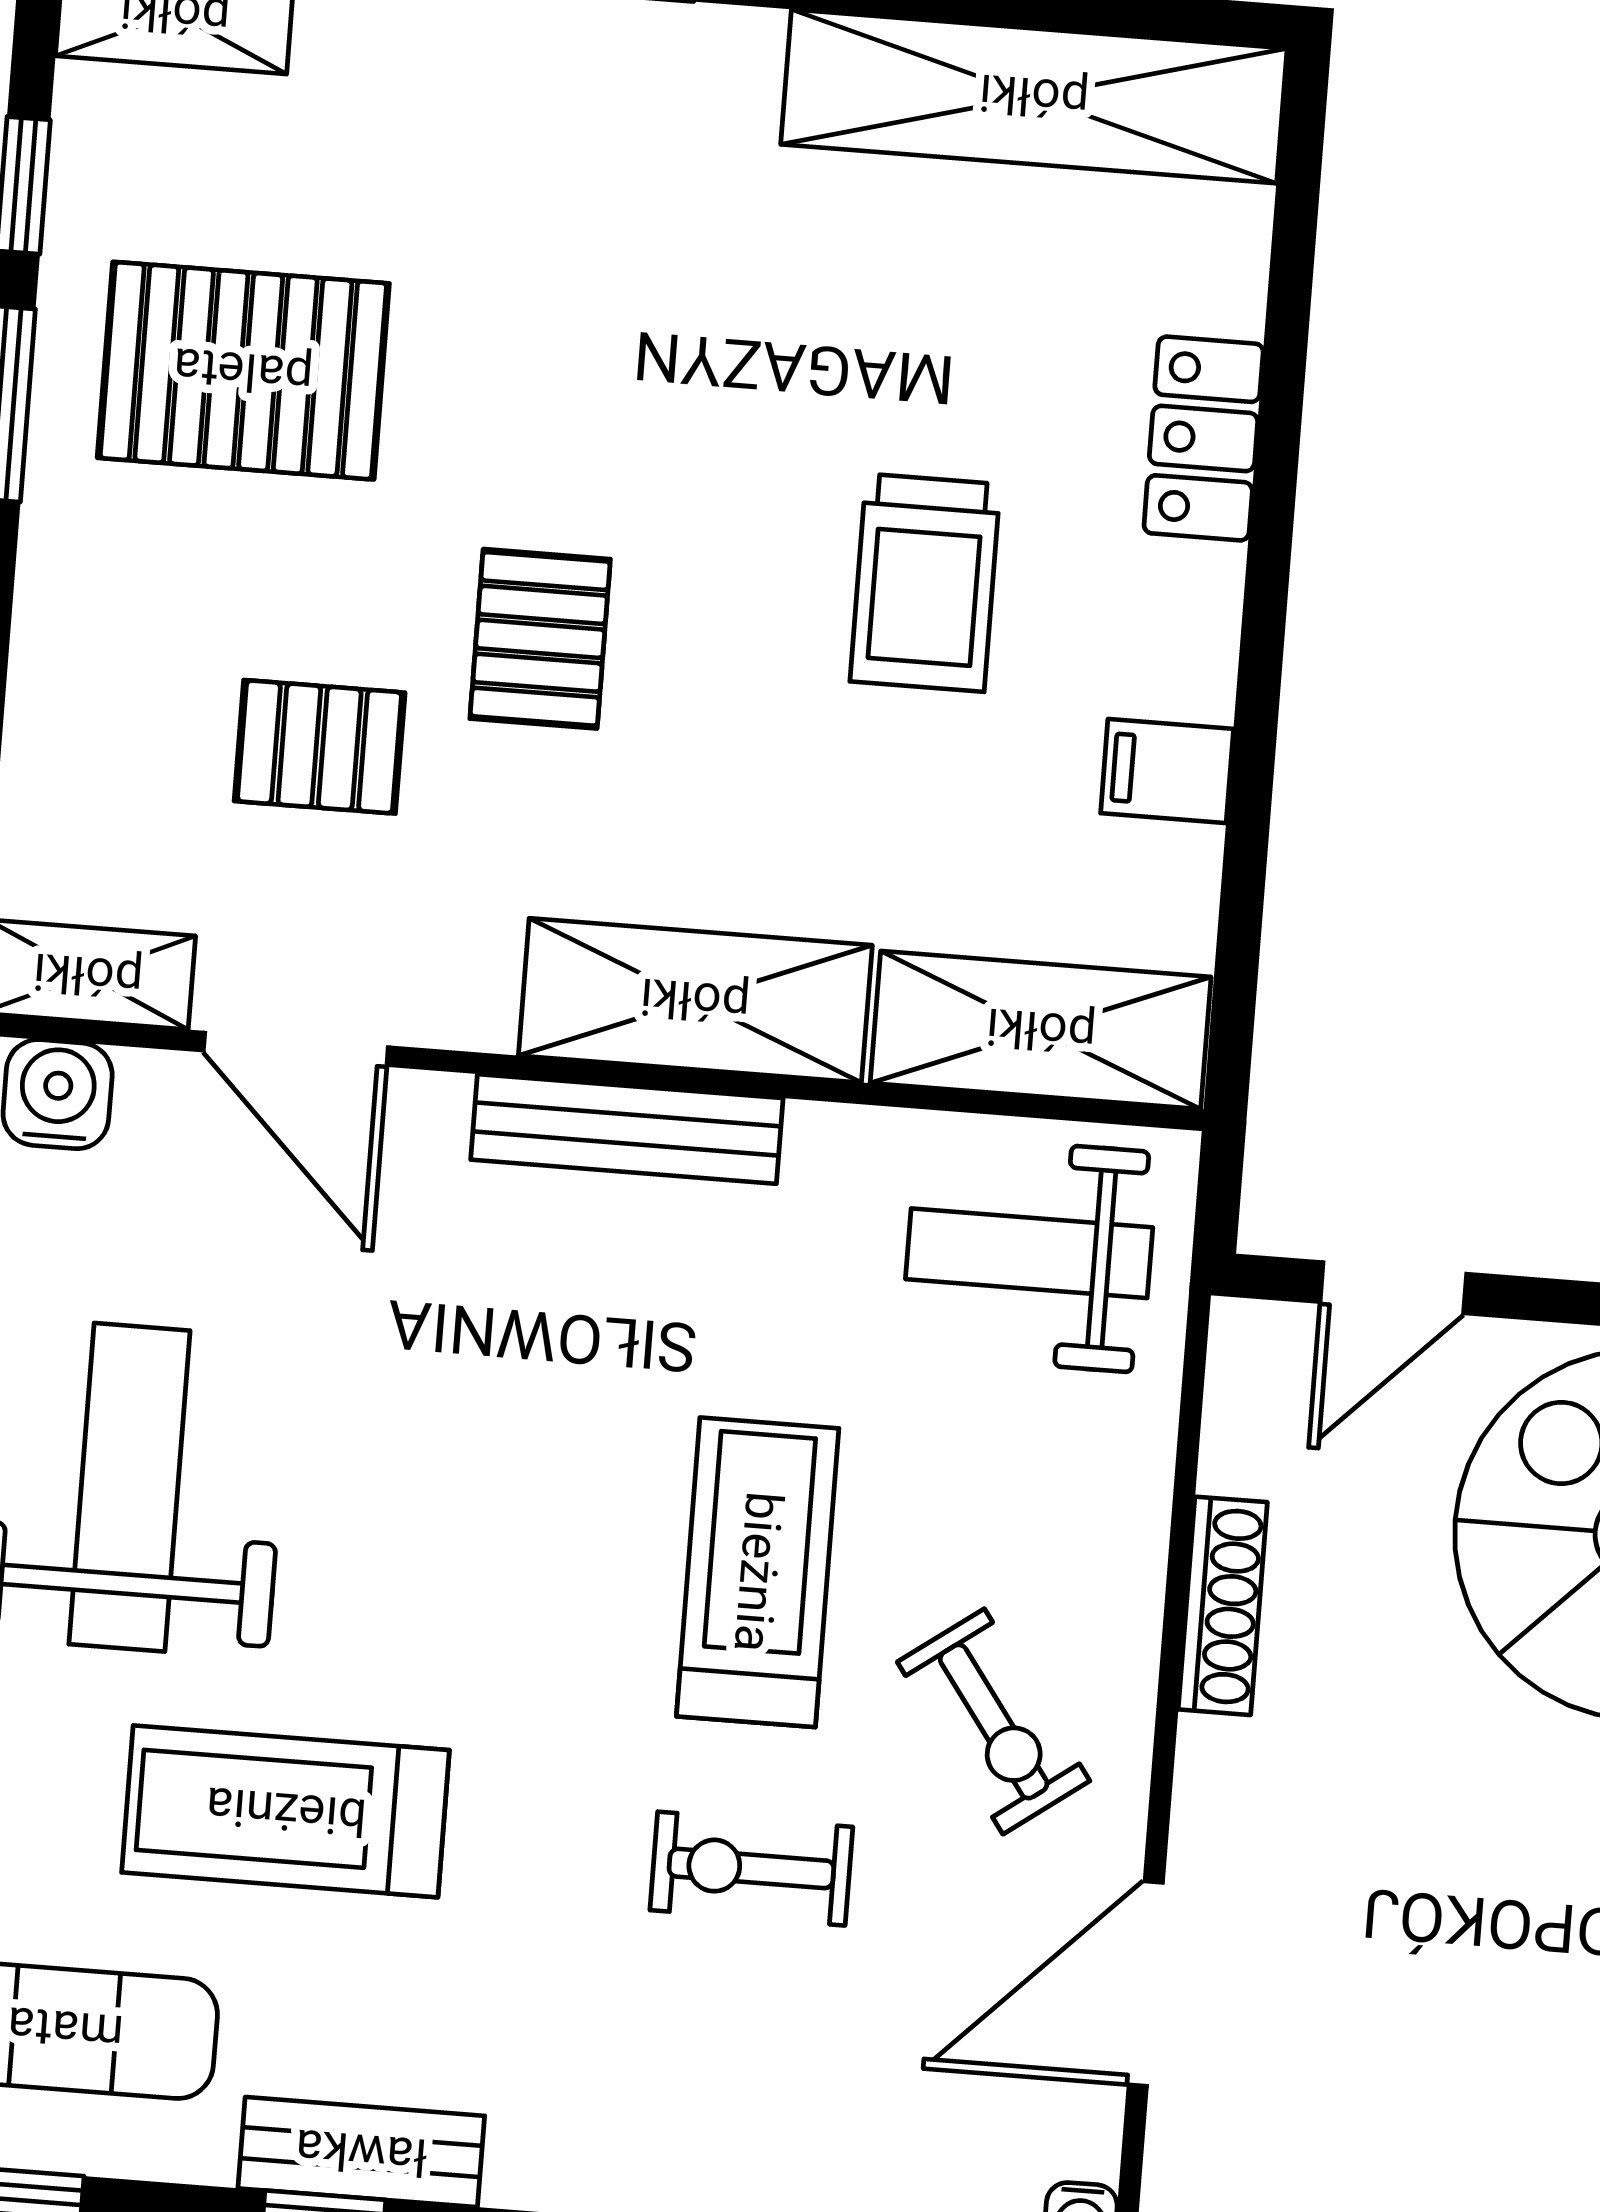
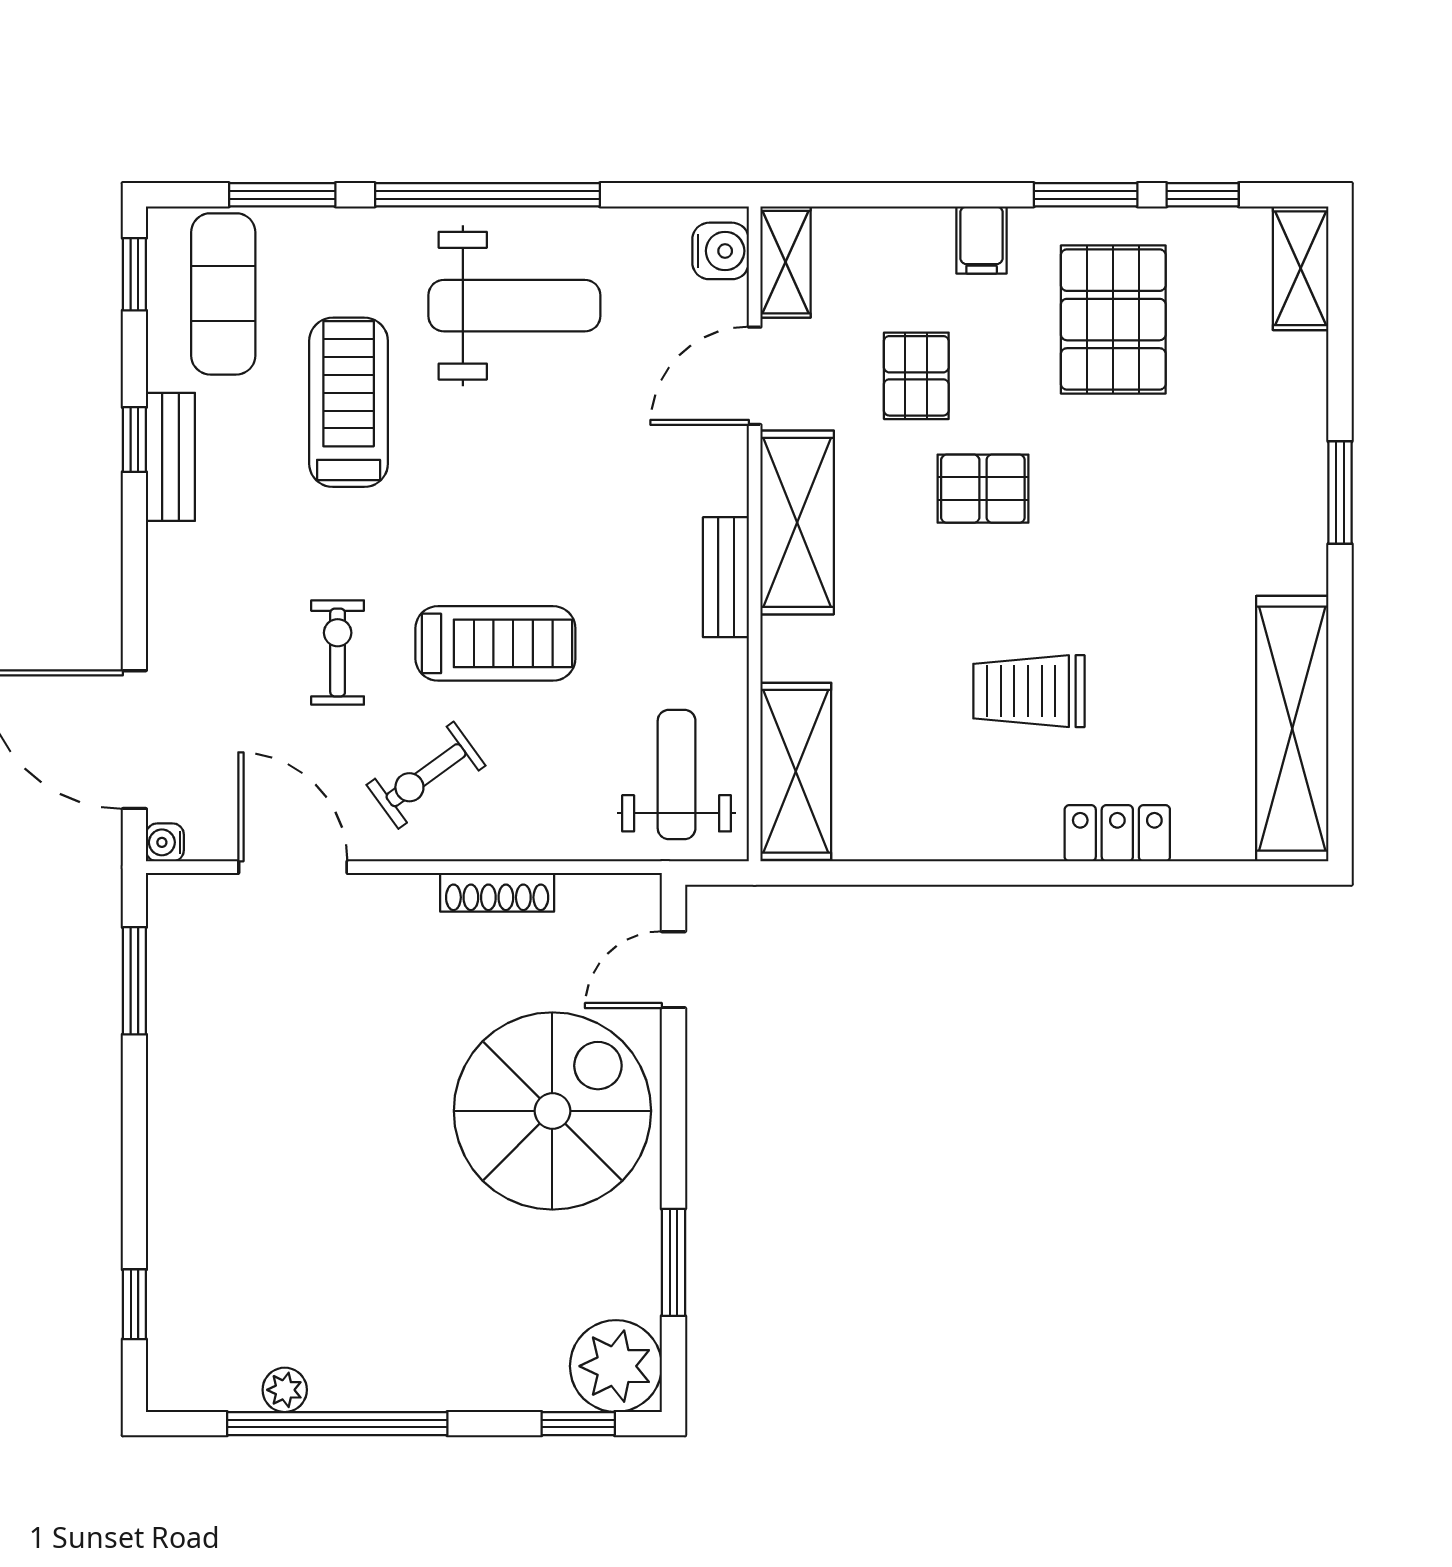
filing cabinet: (1167, 771) -> (982, 240), moved, turned 180
shelving: (695, 1000) -> (797, 522), moved
bench: (627, 1129) -> (726, 577), width x0.73
door: (1393, 1288) -> (673, 970), hinge flipped

